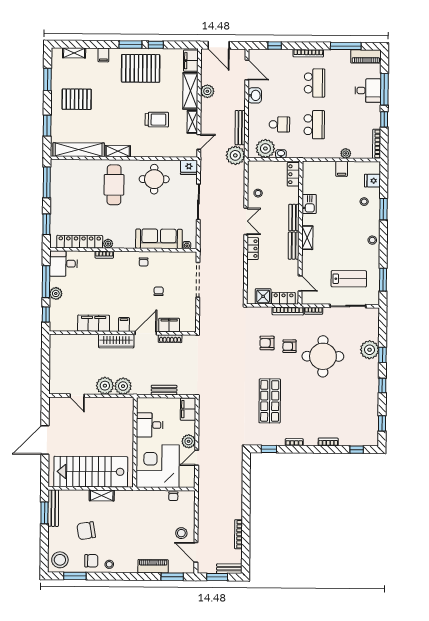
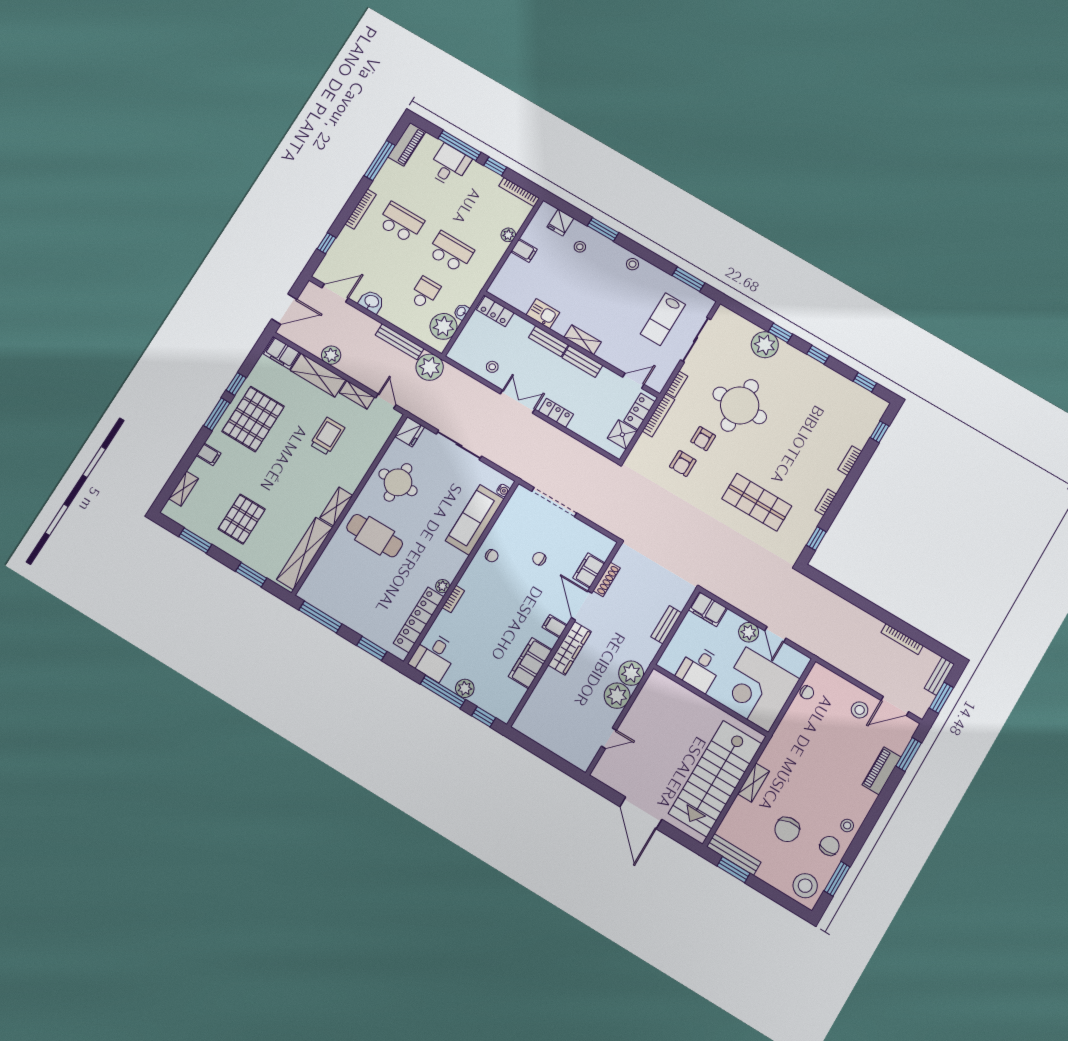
lab bench: (349, 279) -> (663, 319), turned 180

